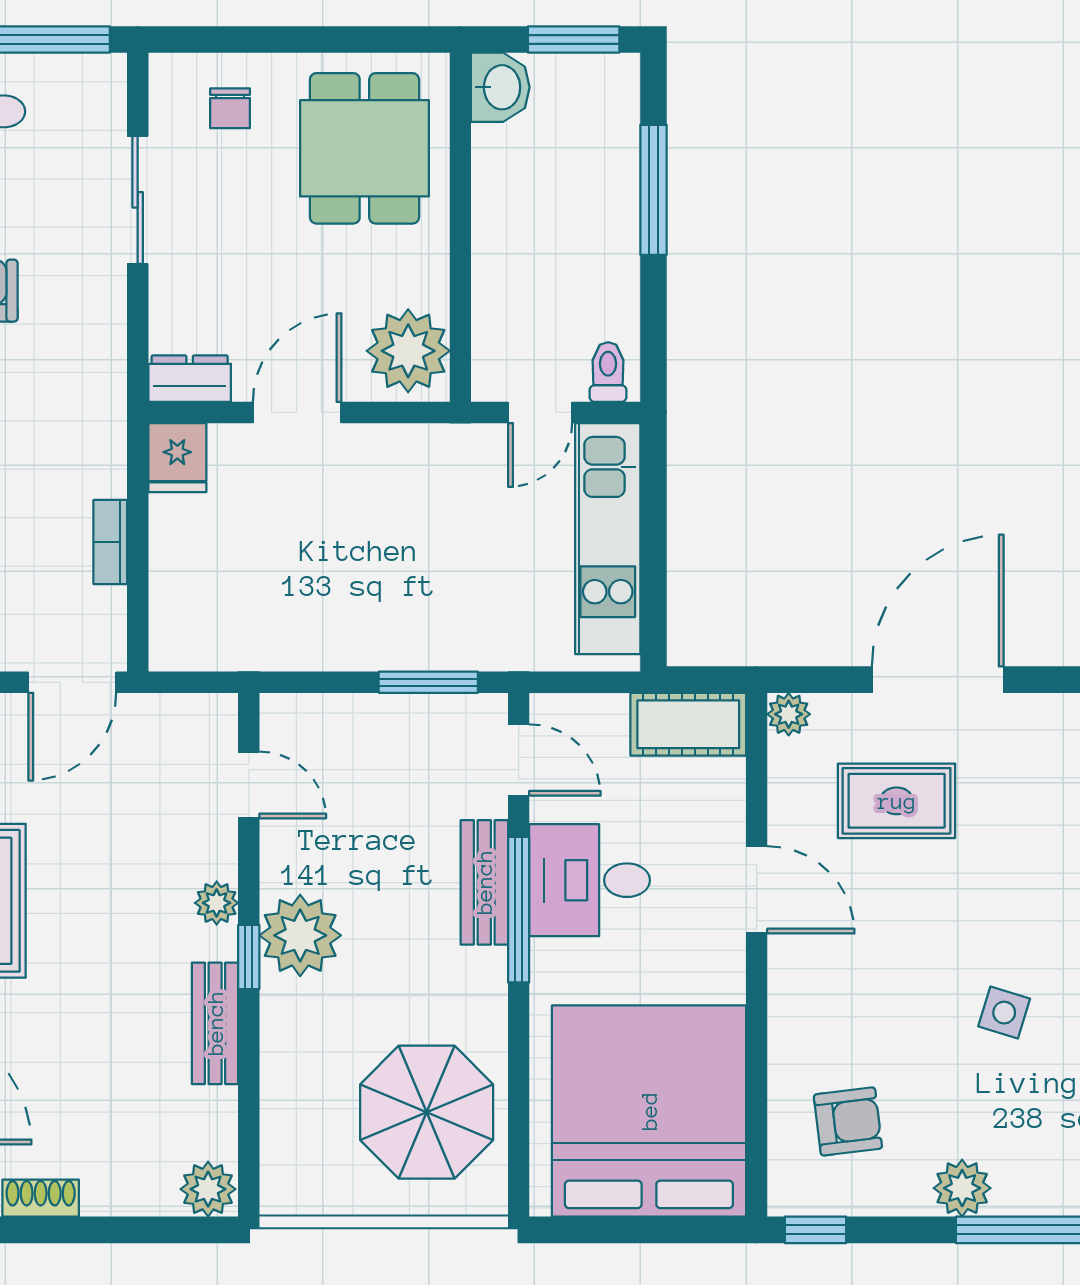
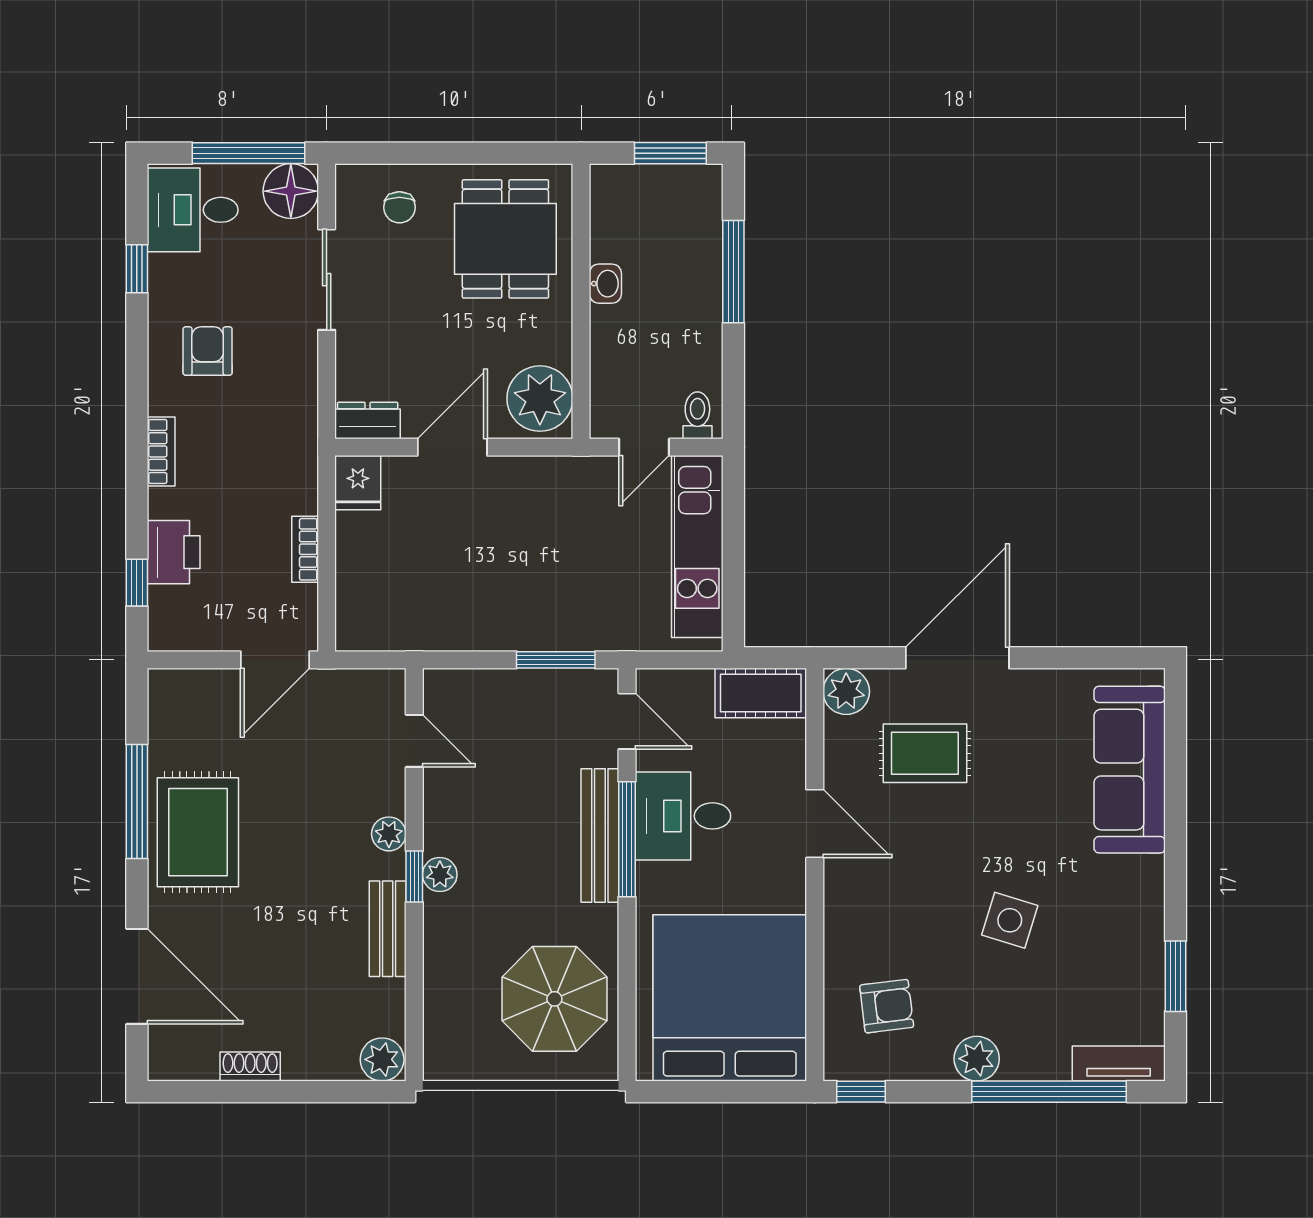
washbasin: (500, 87) -> (605, 284), moved, width x0.72, depth x0.69
floor lamp: (92, 88) -> (291, 191), added
plant: (789, 714) -> (846, 691), width x1.38, depth x1.38
bench: (484, 882) -> (600, 836), width x1.36
plant: (300, 935) -> (440, 875), width x0.53, depth x0.53
side table: (1004, 1013) -> (1010, 920), width x1.37, depth x1.37

